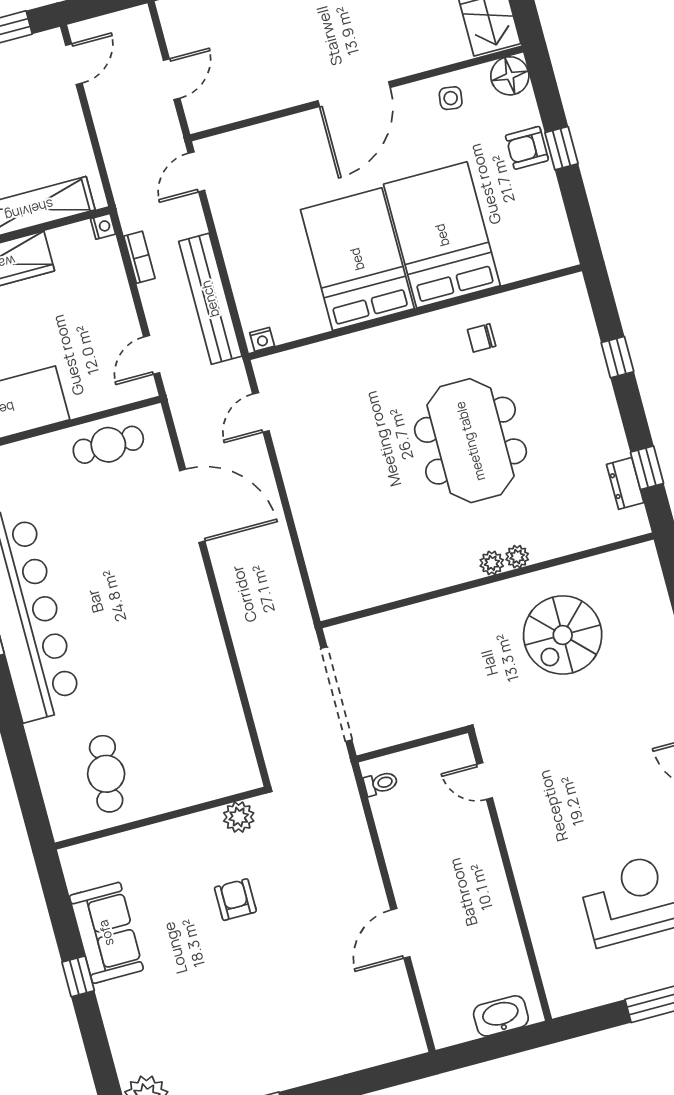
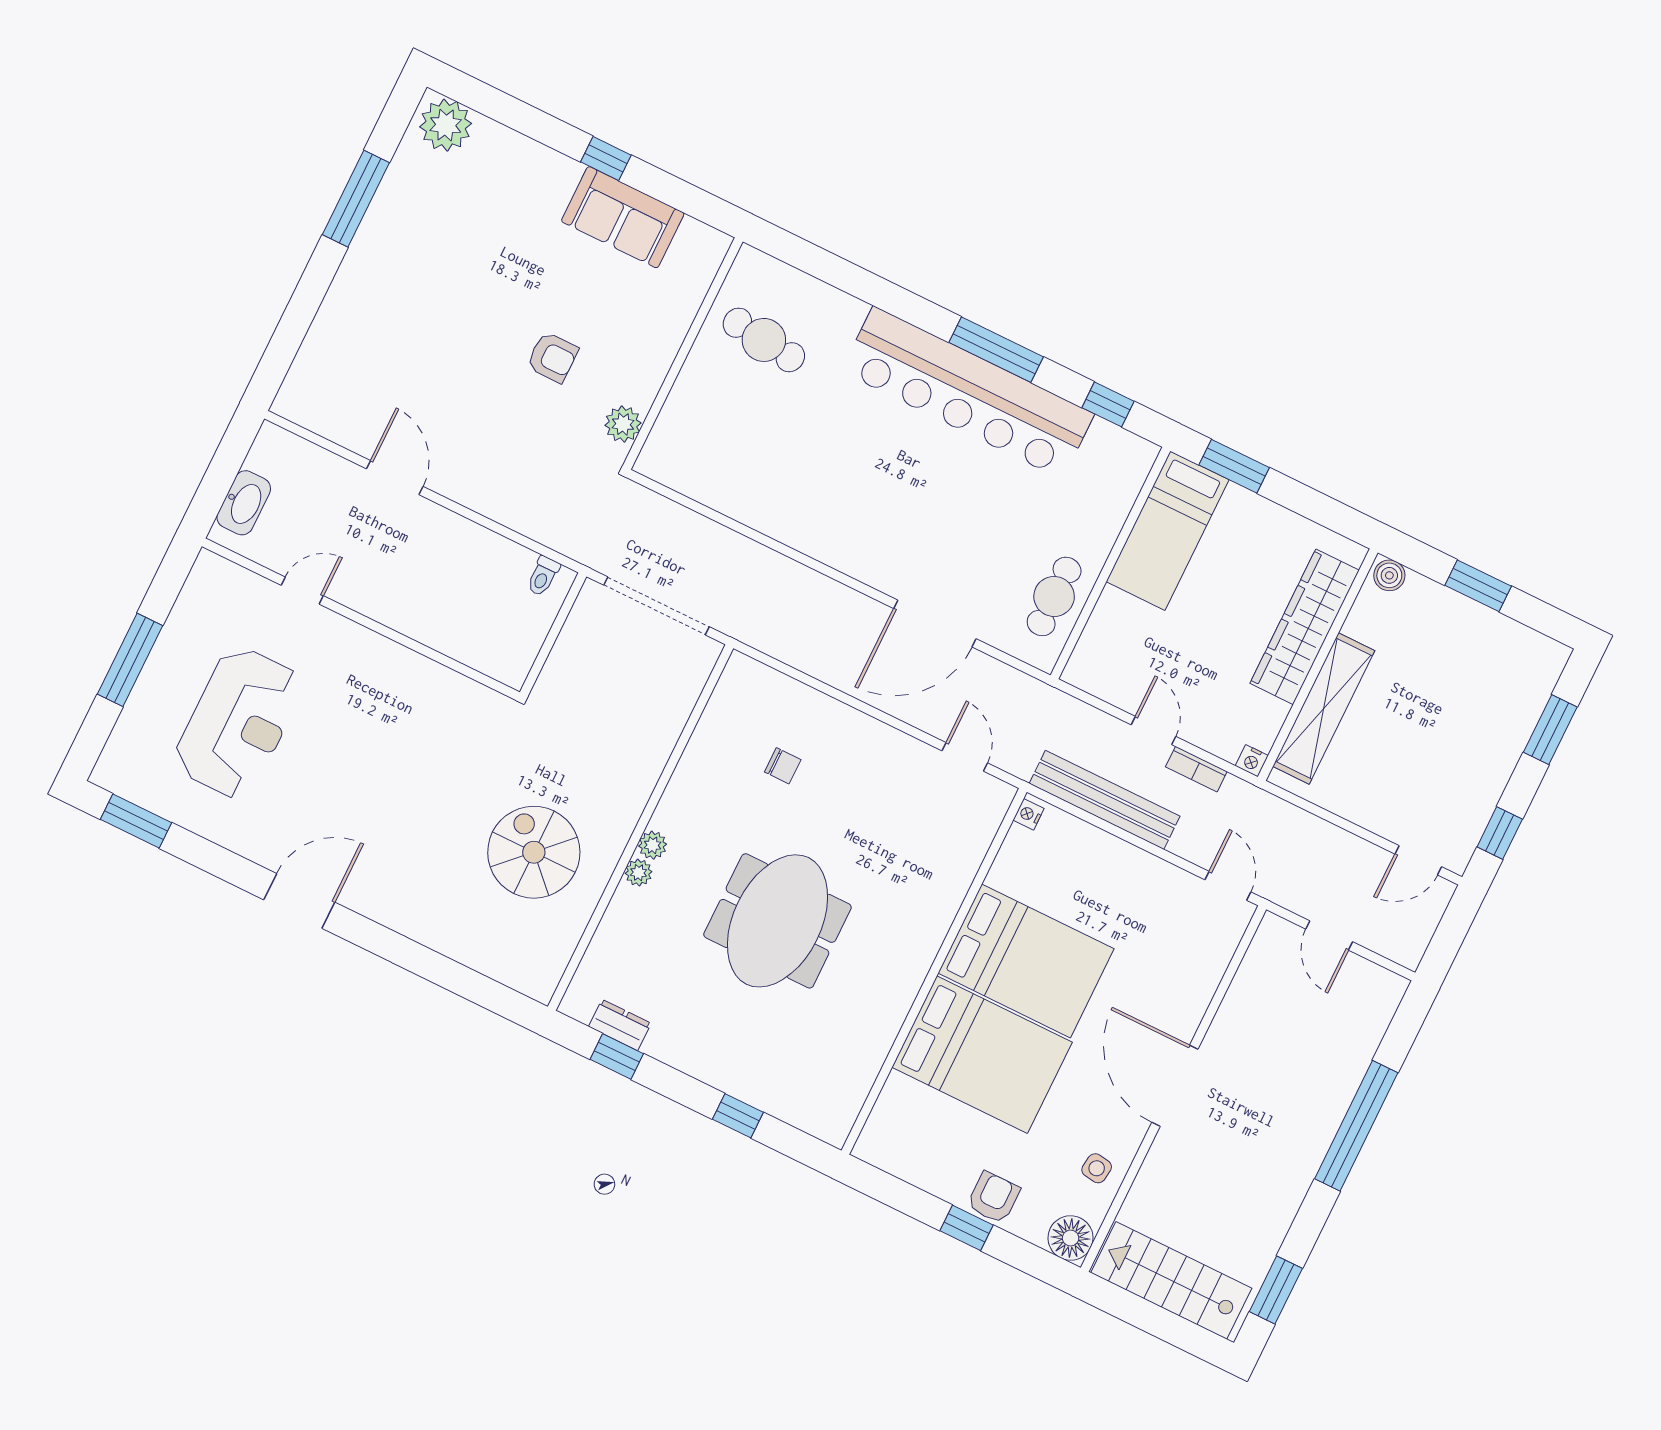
door: (74, 64) -> (1418, 860), hinge flipped
chair: (482, 338) -> (783, 766), moved, turned 90
door: (152, 355) -> (1153, 731), moved
meeting table: (470, 441) -> (777, 921), turned 90
door: (485, 781) -> (302, 591), moved

